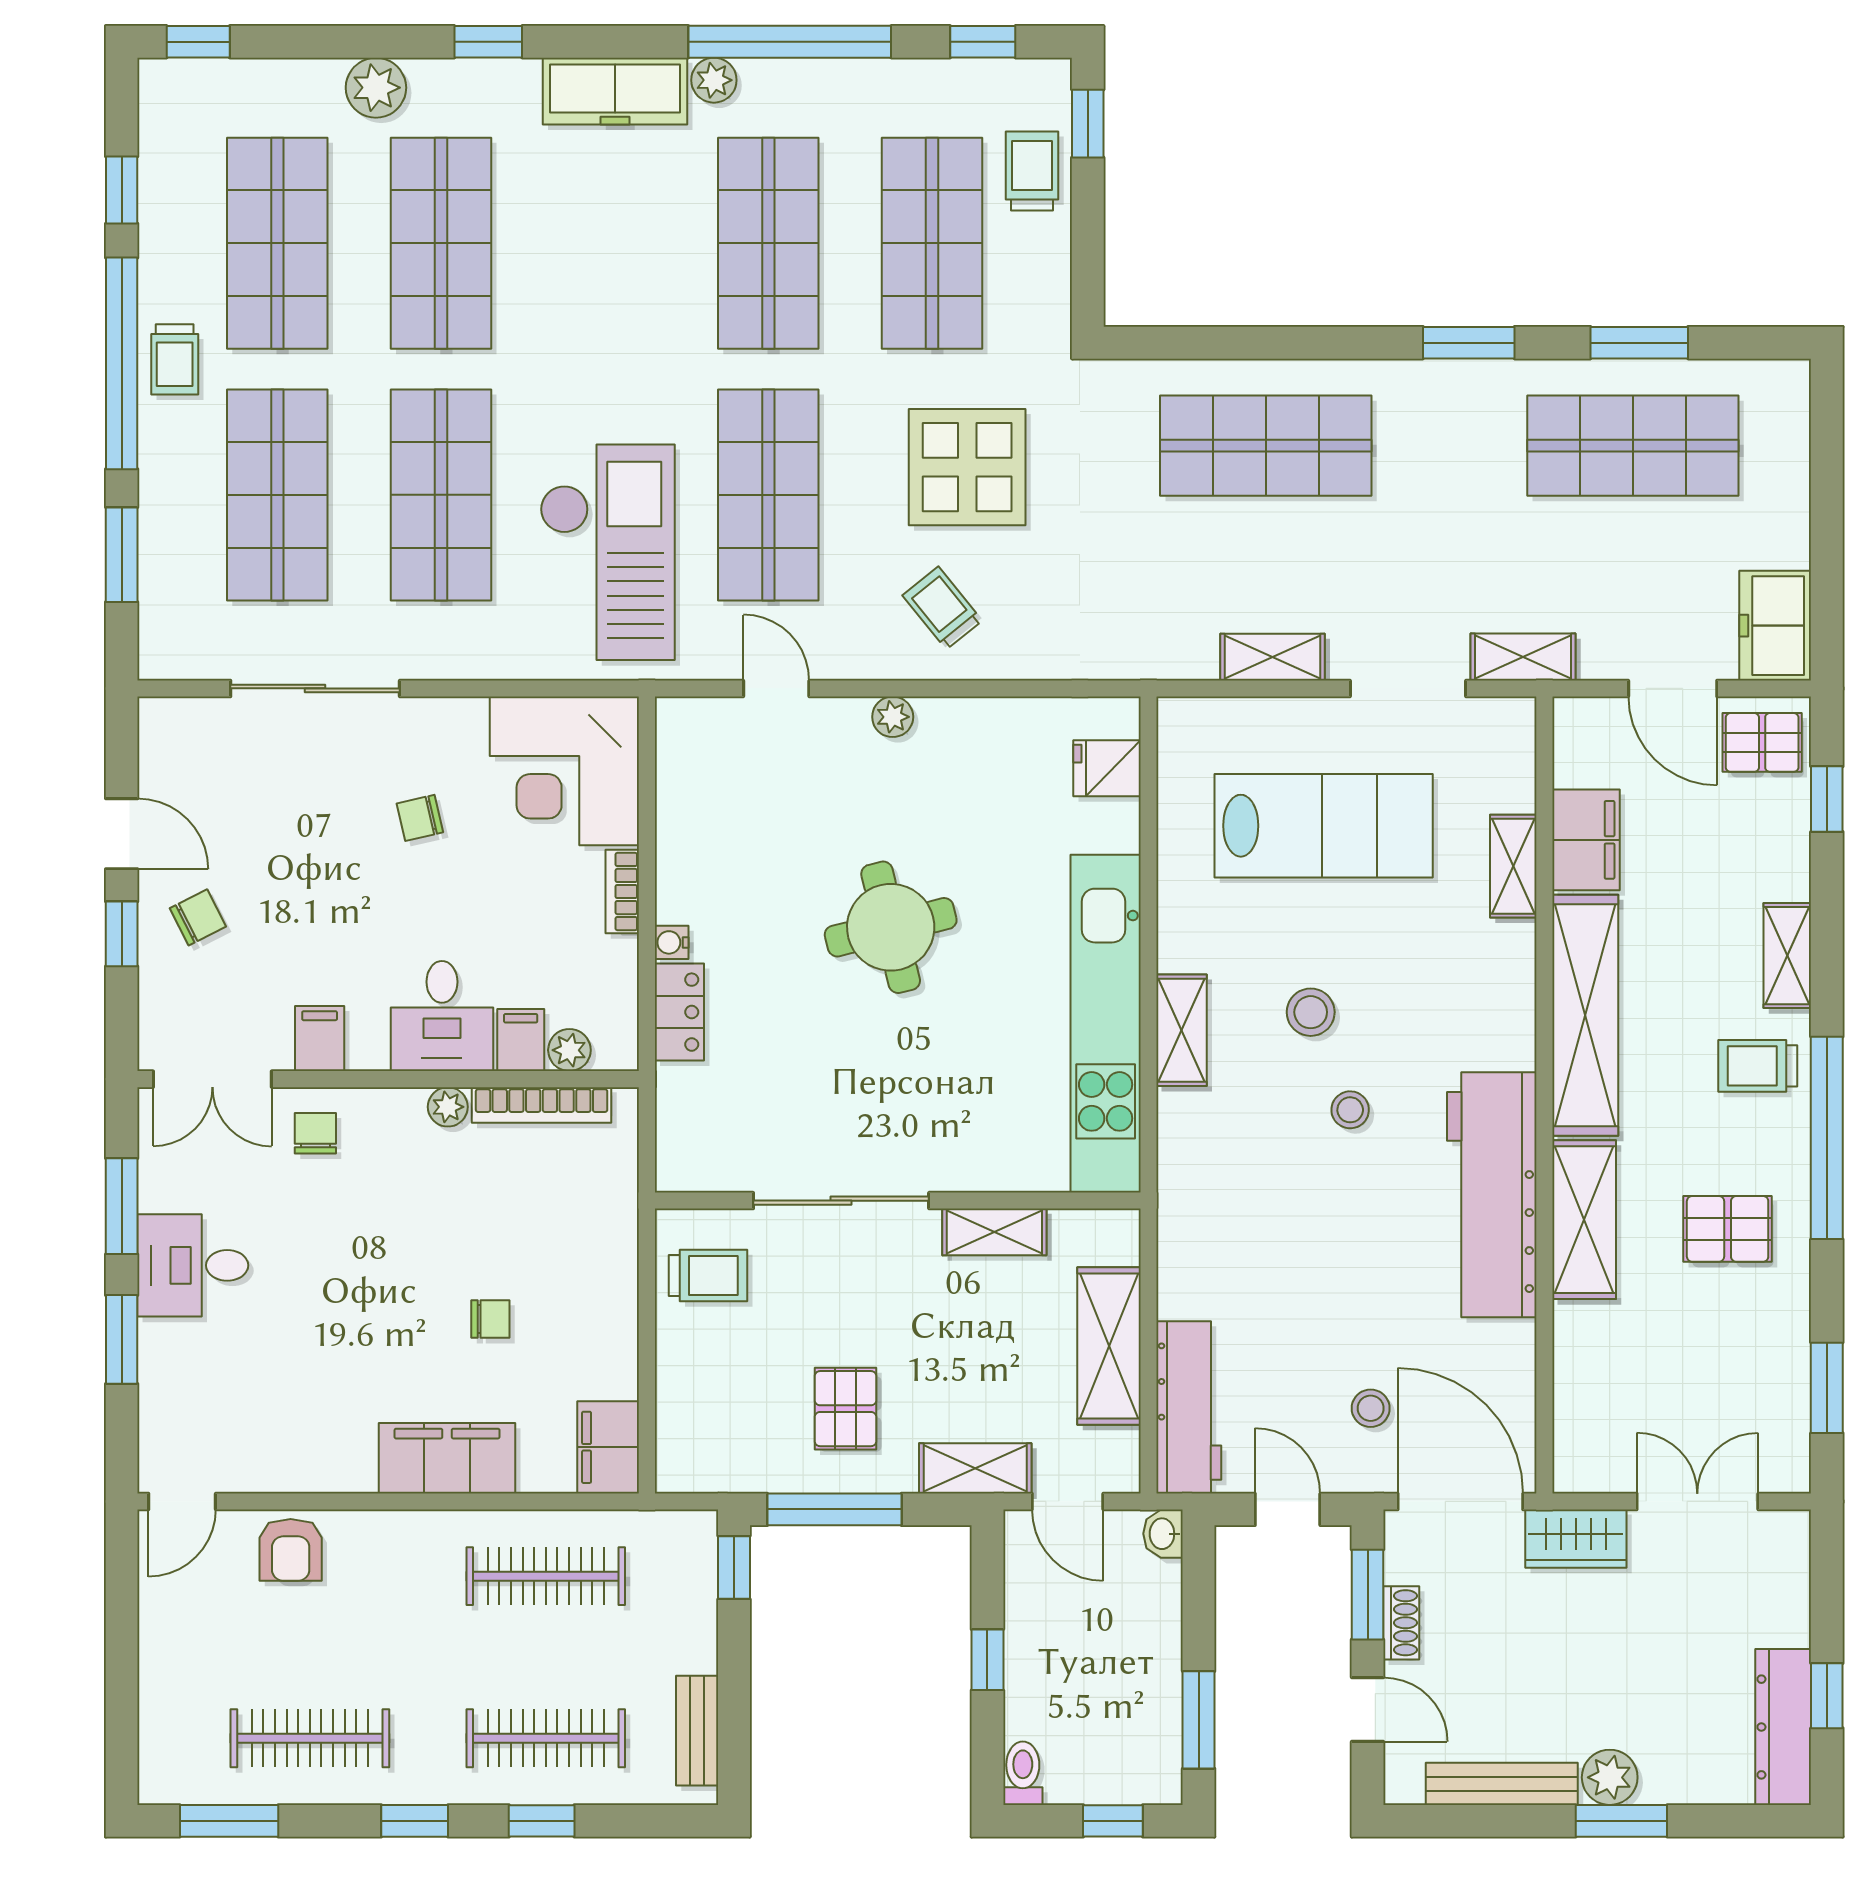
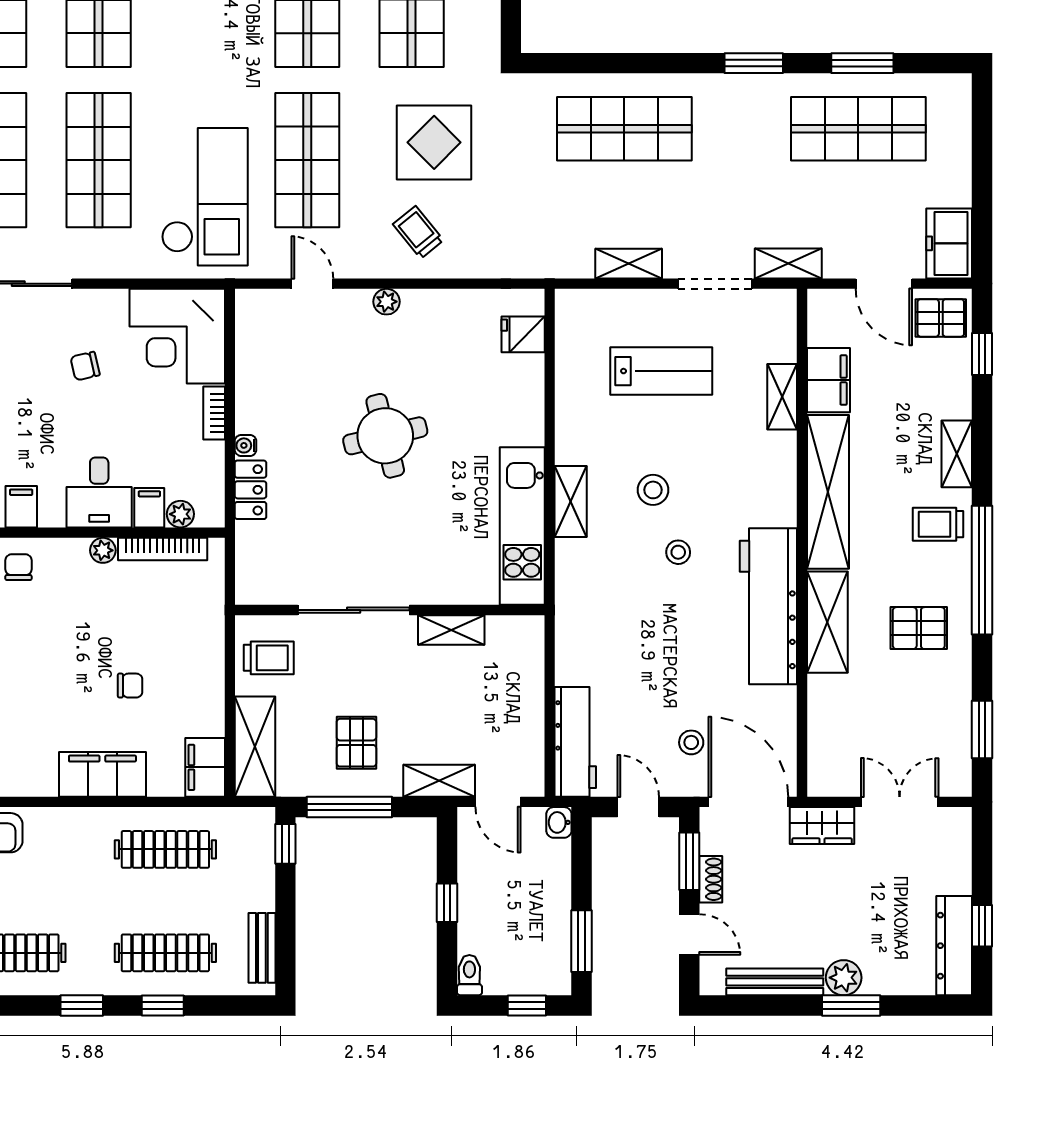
lab bench: (1324, 826) -> (661, 371), width x0.73, depth x0.72
kitchen unit: (1106, 1024) -> (522, 526), width x0.73
shelving: (1109, 1346) -> (255, 747), moved

